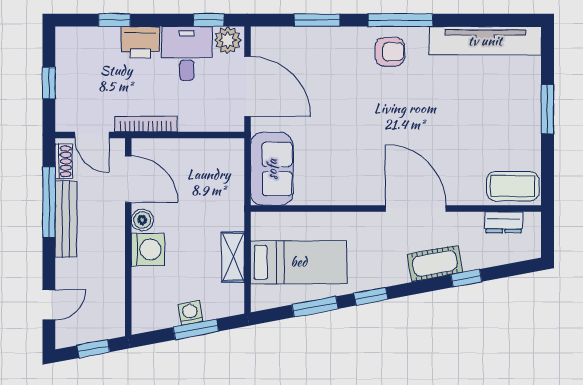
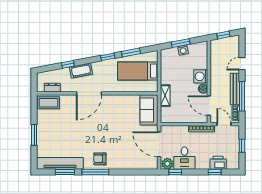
window: (317, 20) -> (65, 172), moved
printer: (140, 42) -> (218, 163), moved
door: (416, 209) -> (89, 93), hinge flipped
shelving: (233, 257) -> (165, 96), moved
door: (49, 305) -> (242, 64), moved

